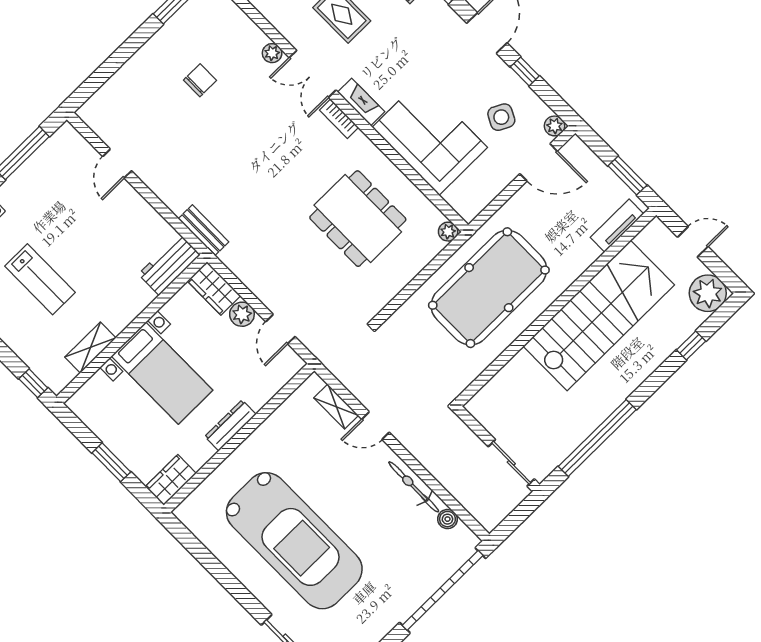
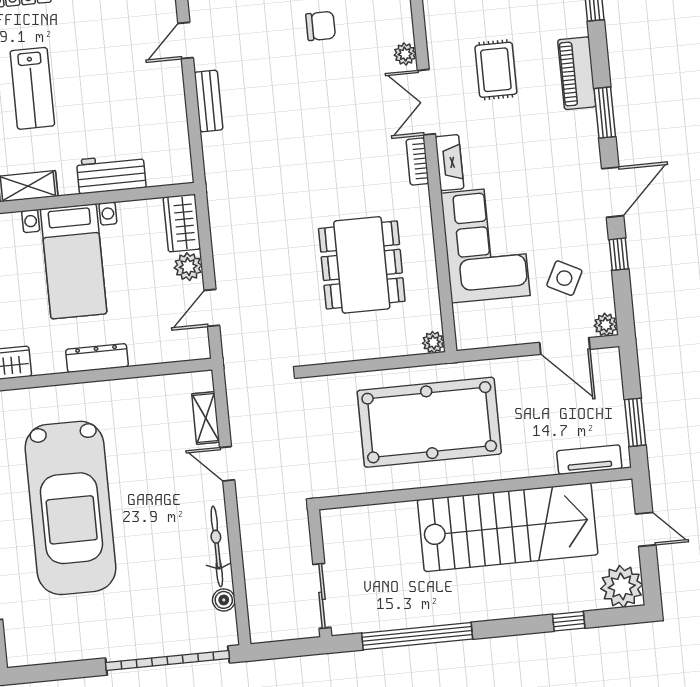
bench: (203, 230) -> (209, 101), moved
workbench: (169, 264) -> (111, 174), moved

